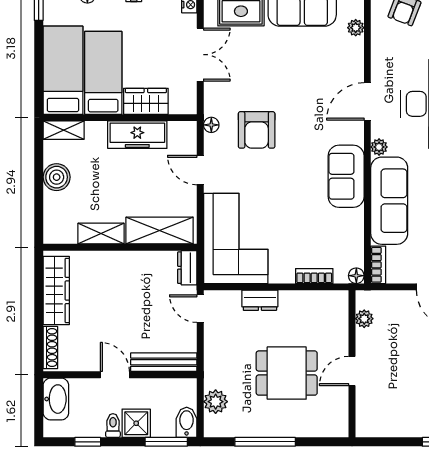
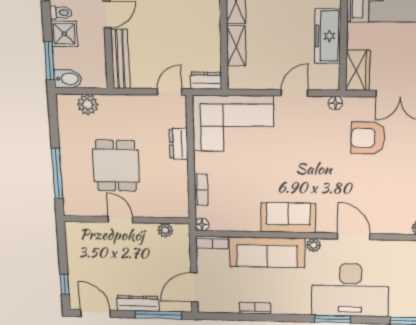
wardrobe: (146, 101) -> (358, 70), moved
armchair: (257, 130) -> (368, 138), moved
shelving: (160, 231) -> (236, 46), width x0.67, depth x0.75
window: (265, 442) -> (57, 174), moved

